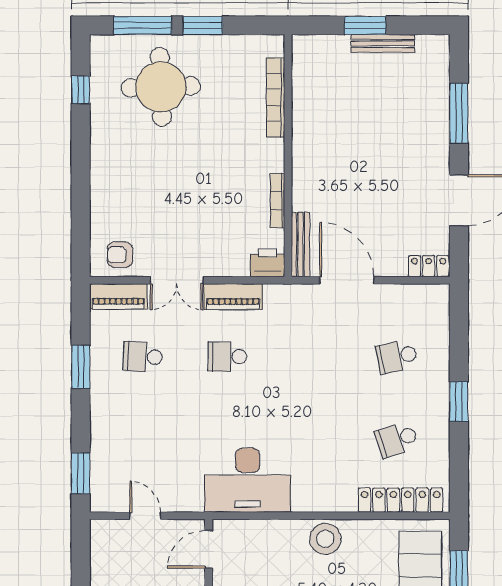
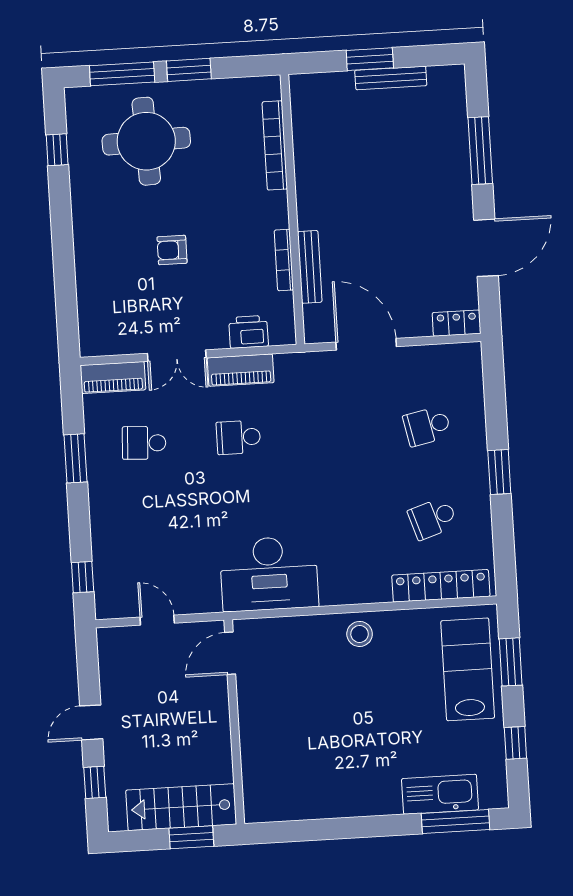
bench: (300, 245) -> (310, 267), moved
armchair: (120, 255) -> (172, 250), moved
printer: (268, 263) -> (249, 332), moved
window: (81, 473) -> (83, 577), width x0.67
stool: (325, 539) -> (360, 634), width x0.73, depth x0.73

